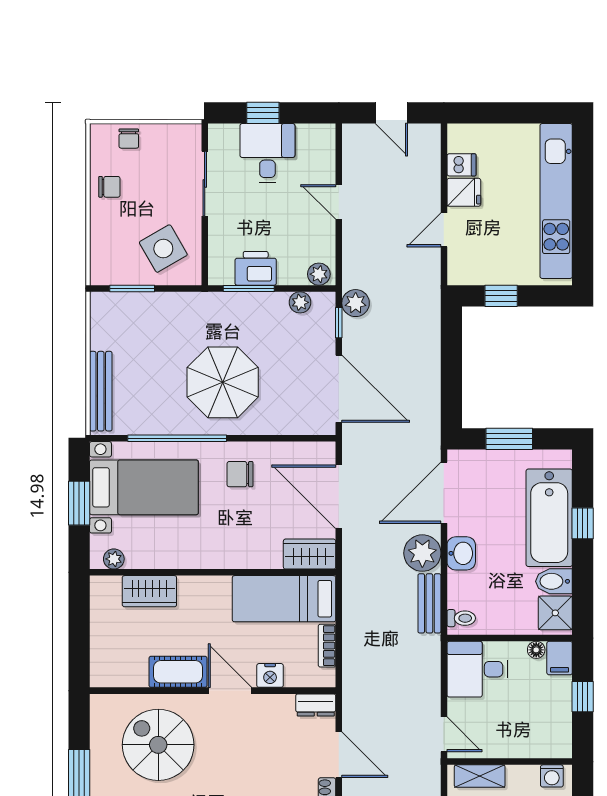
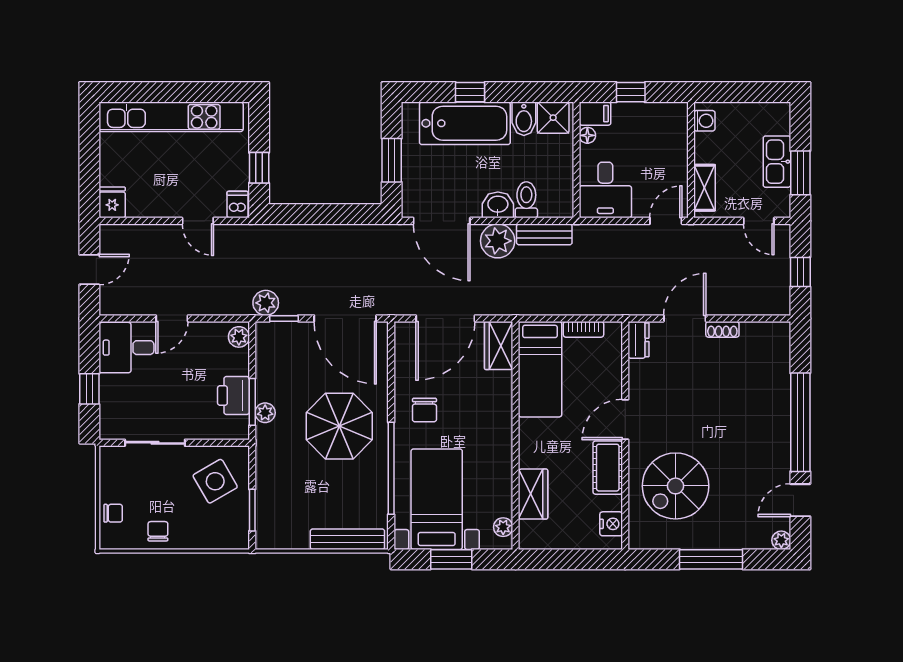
desk: (267, 153) -> (126, 348), moved
dishwasher: (462, 165) -> (238, 205), moved
fridge: (464, 192) -> (112, 202), moved
plant: (300, 302) -> (265, 413), moved
door: (339, 389) -> (345, 318), swing flipped
toilet: (461, 618) -> (526, 200), moved, width x1.37, depth x1.39
nightstand: (270, 675) -> (611, 524), moved

